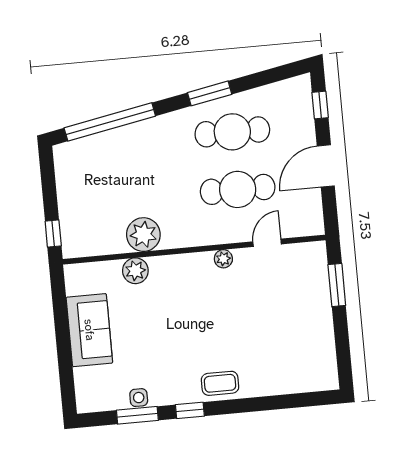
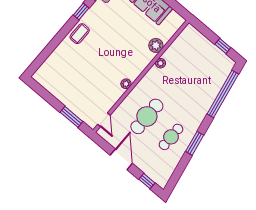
cafe table: (232, 132) -> (171, 137), width x0.73, depth x0.74
window: (53, 233) -> (223, 46), moved
plant: (143, 235) -> (161, 63), width x0.53, depth x0.53
door: (267, 243) -> (104, 120), moved

